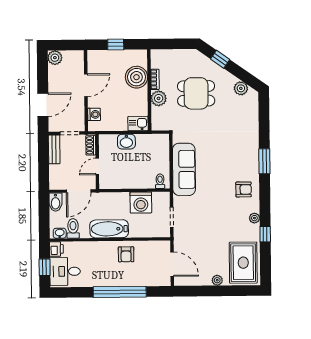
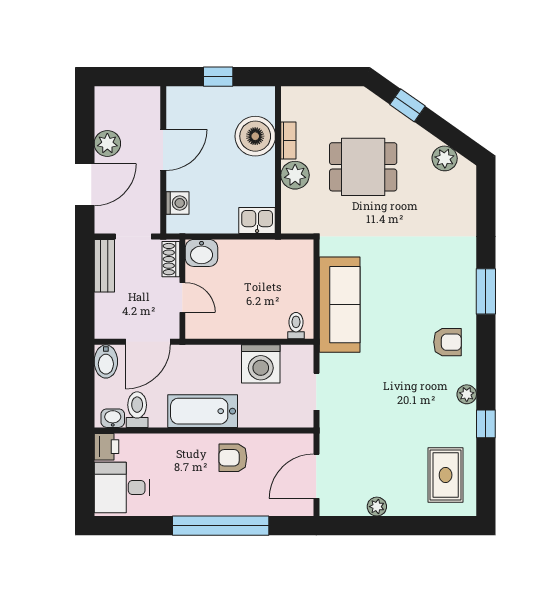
plant: (55, 58) -> (107, 143), moved
washbasin: (126, 142) -> (202, 253), moved
door: (97, 166) -> (182, 297), swing flipped
armchair: (126, 254) -> (233, 458), turned 90
rug: (243, 263) -> (446, 475), width x0.73, depth x0.70
door: (172, 264) -> (316, 476), swing flipped
window: (45, 267) -> (85, 480), removed
plant: (217, 280) -> (377, 507), moved

